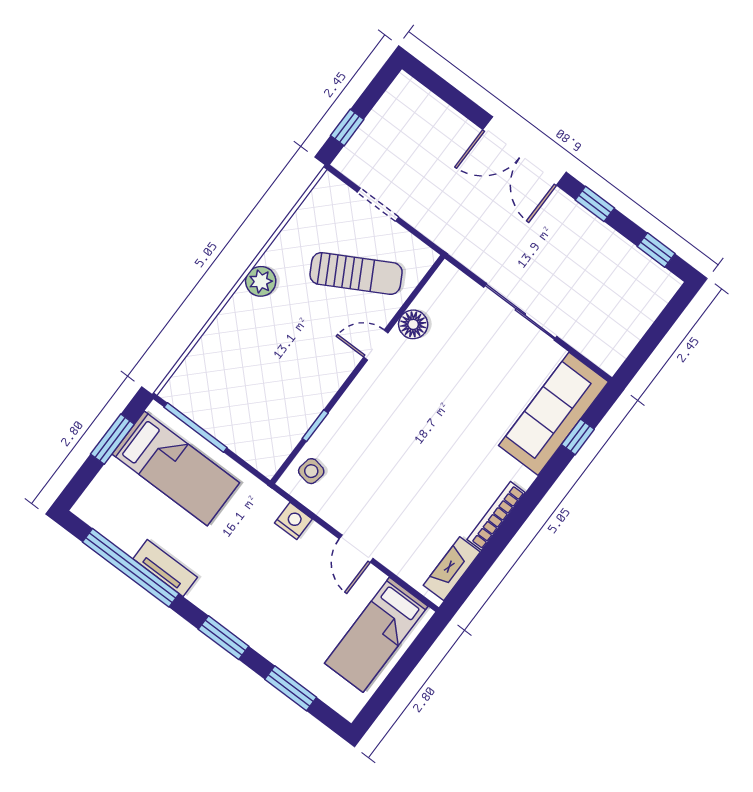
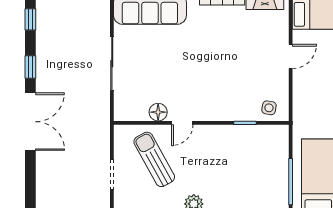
door: (376, 345) -> (182, 123), hinge flipped
nightstand: (293, 521) -> (300, 98), removed

